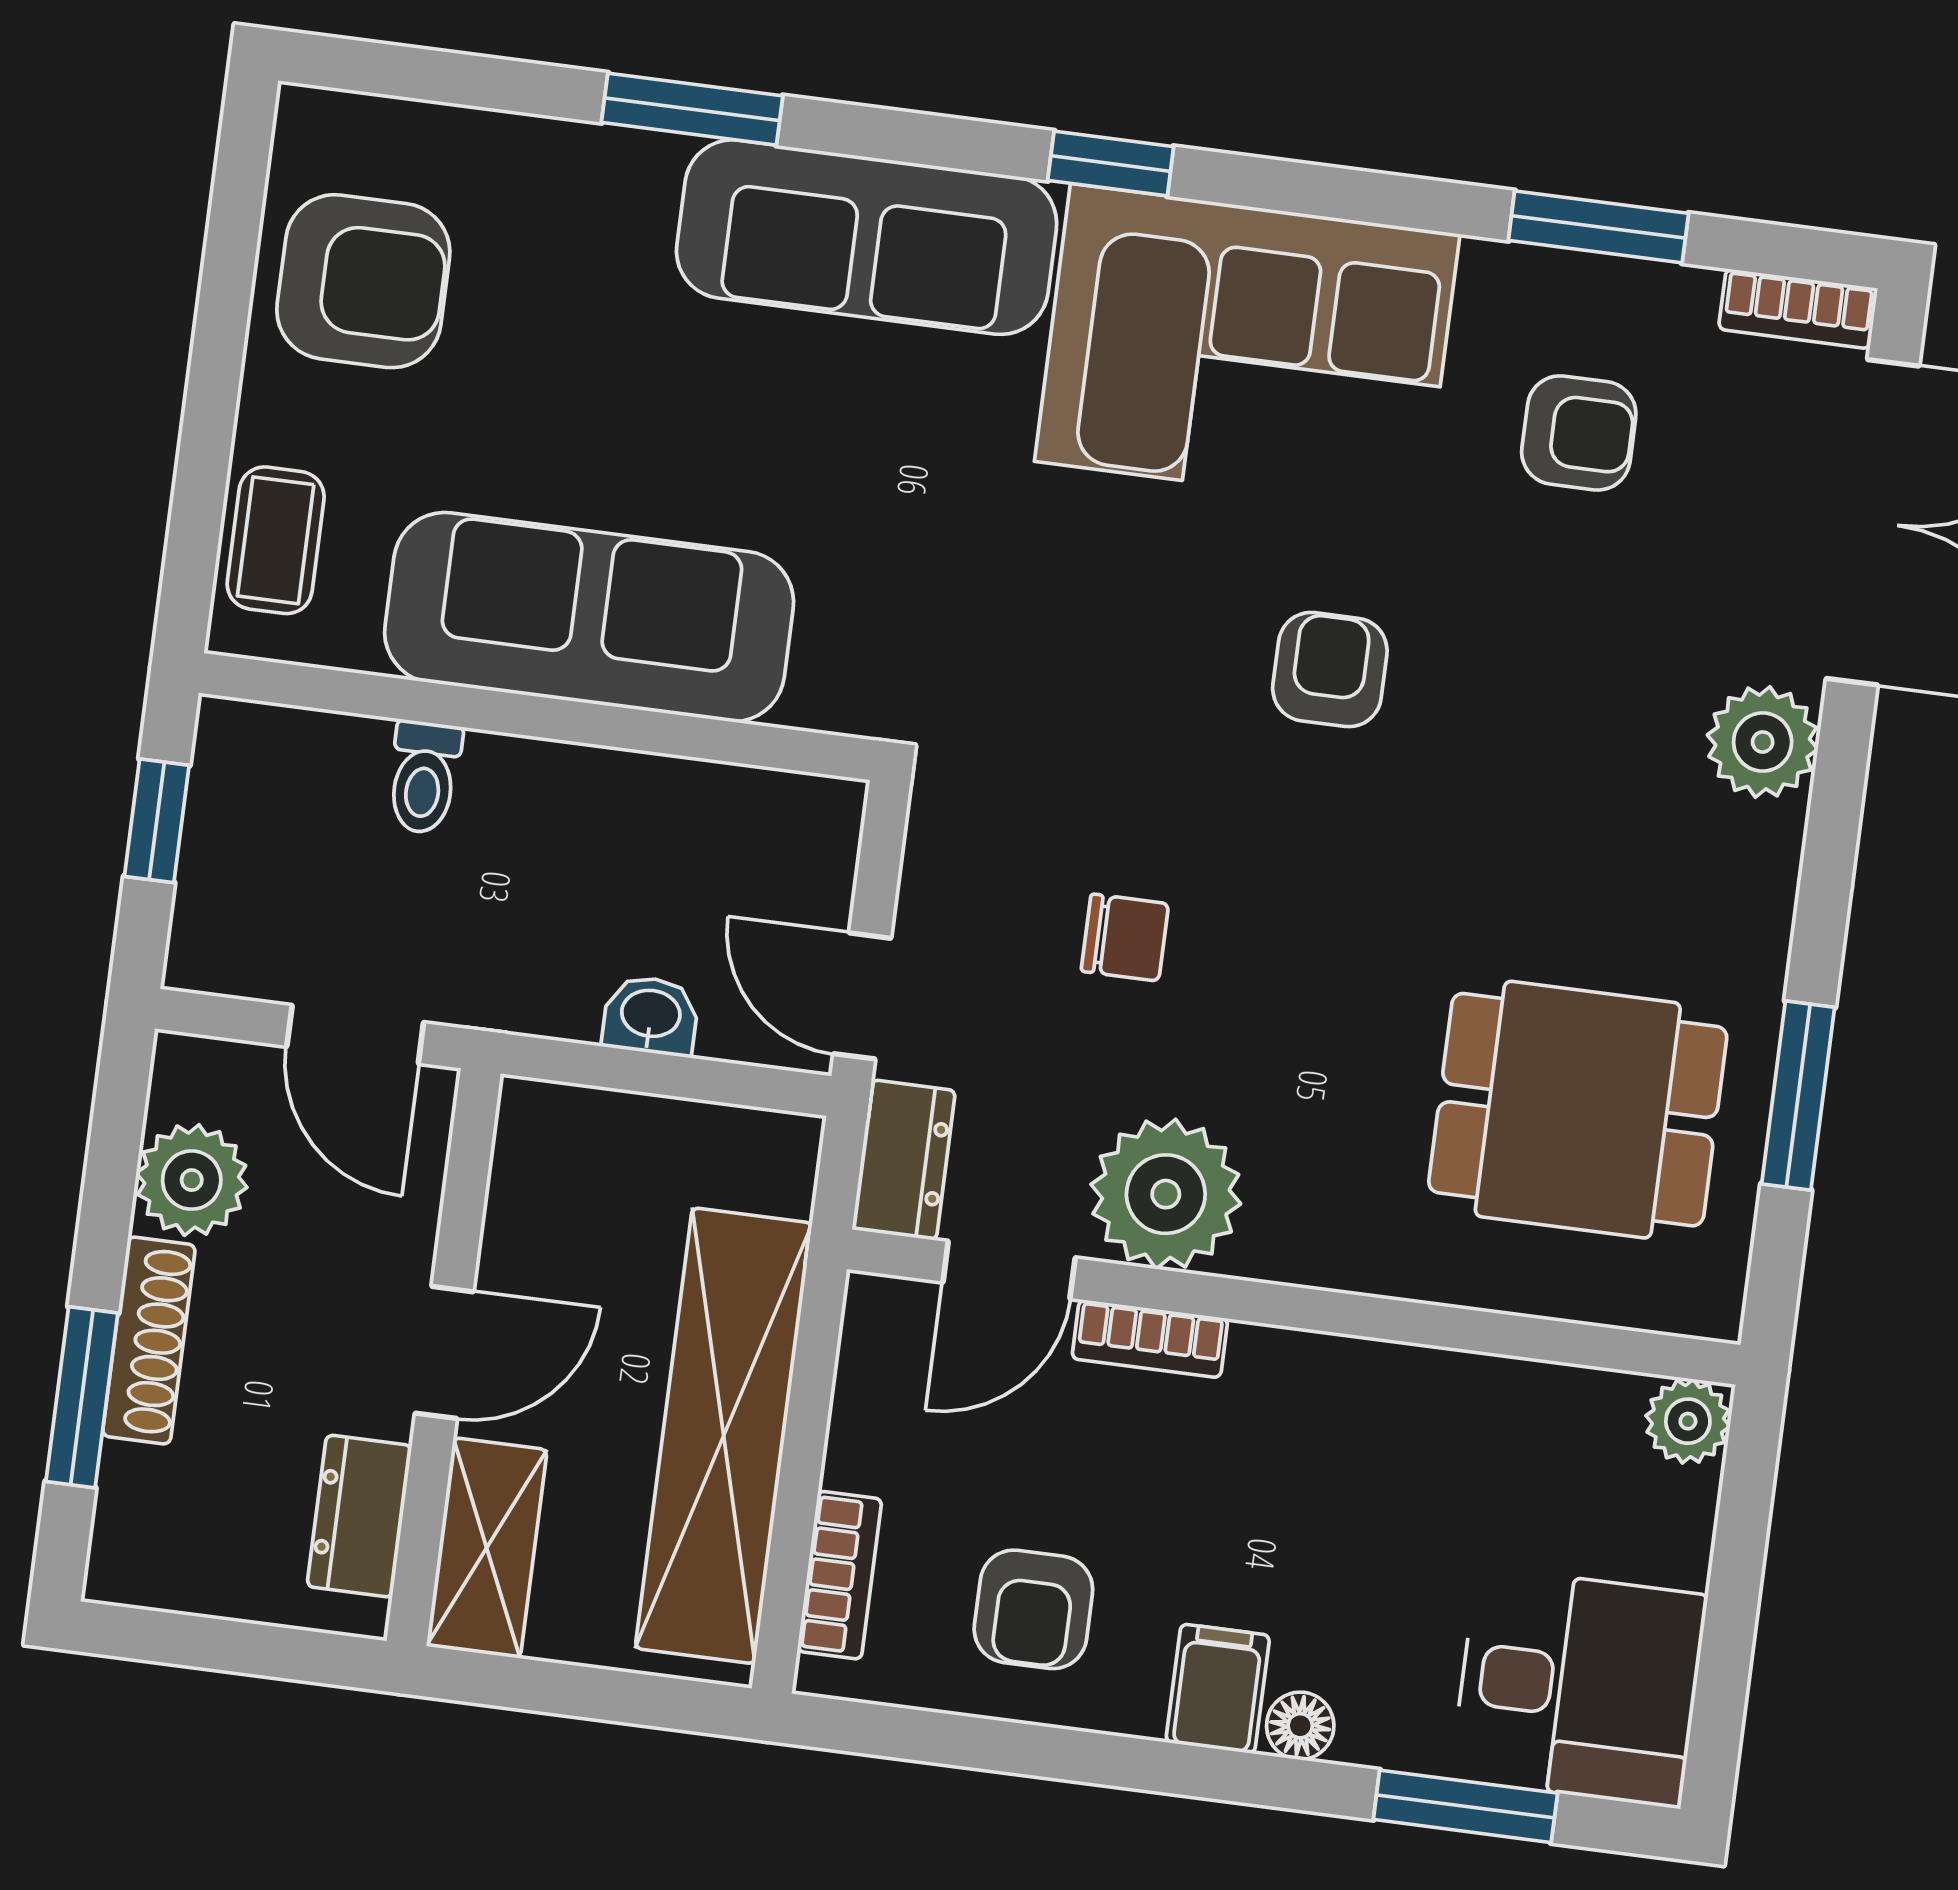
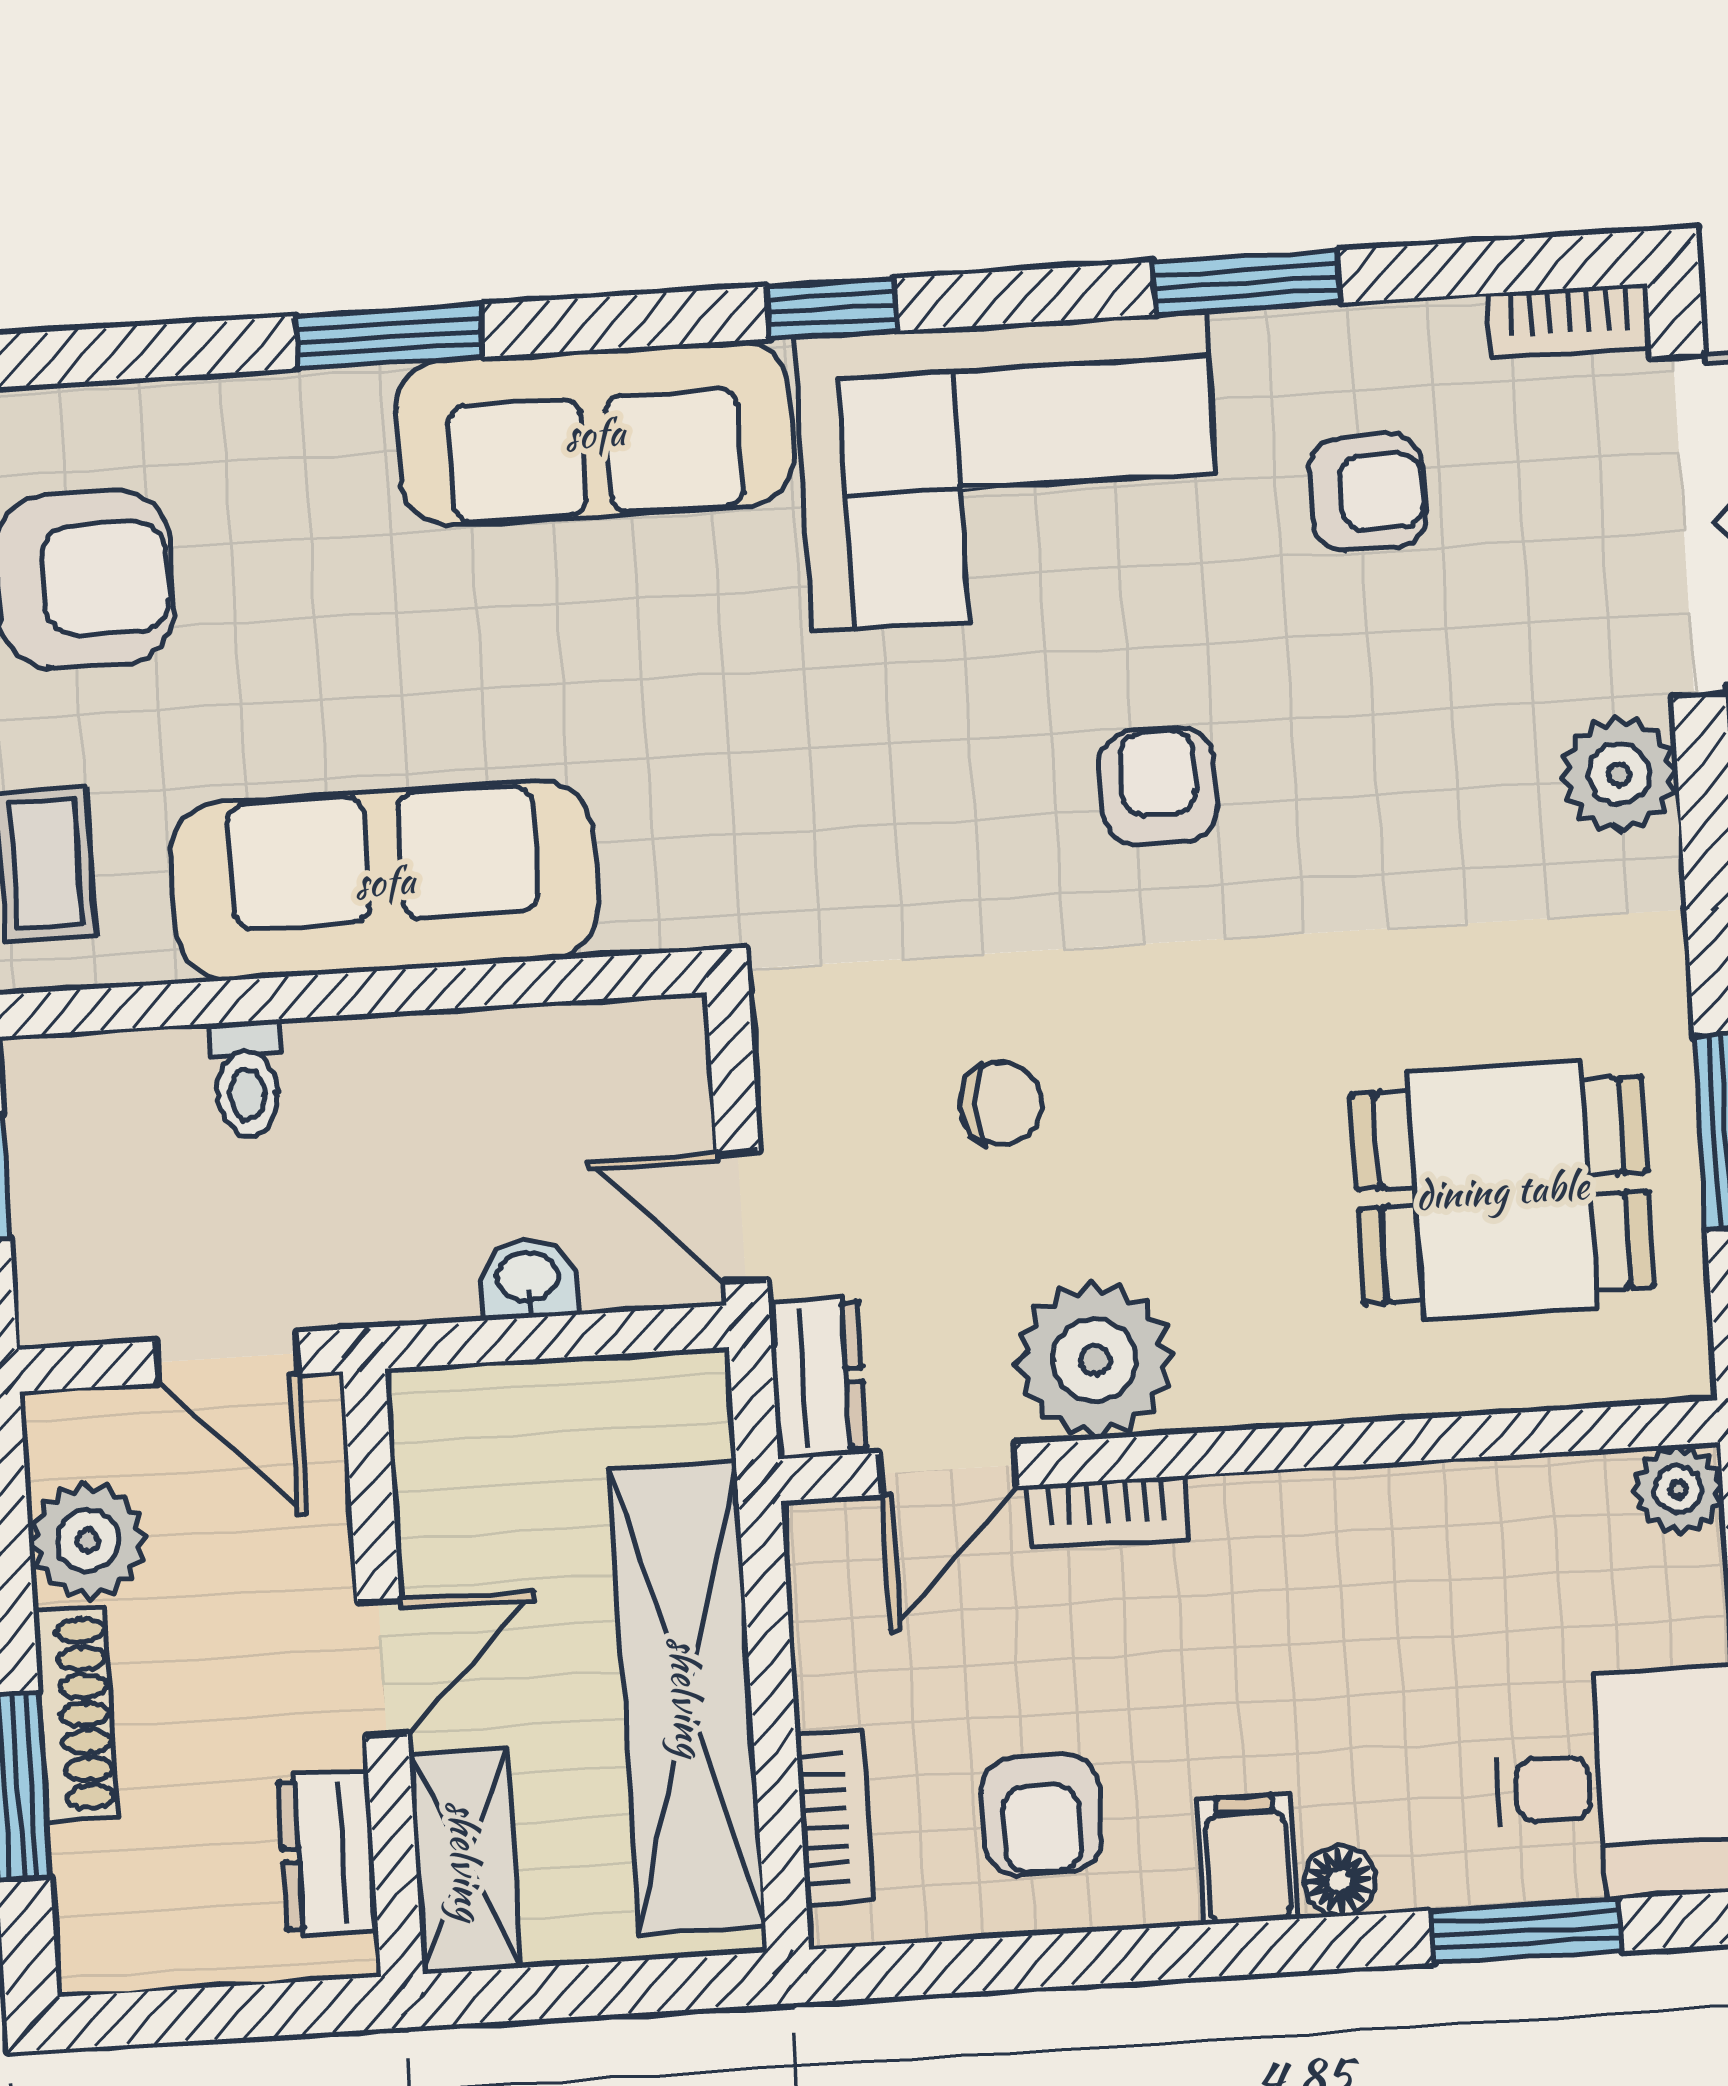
window: (1598, 227) -> (1247, 283), moved

